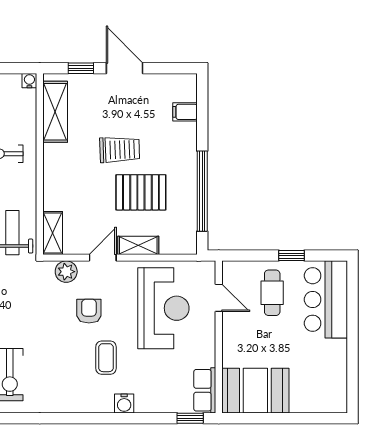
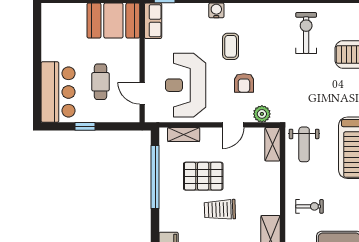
shelving: (138, 245) -> (184, 134), moved
cafe table: (272, 293) -> (101, 82), moved

